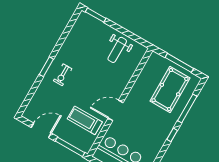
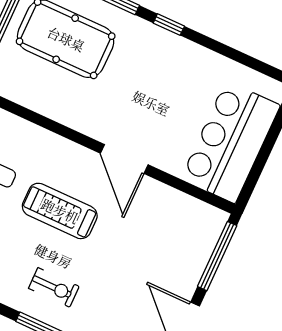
treadmill: (85, 120) -> (60, 211), moved, turned 90

